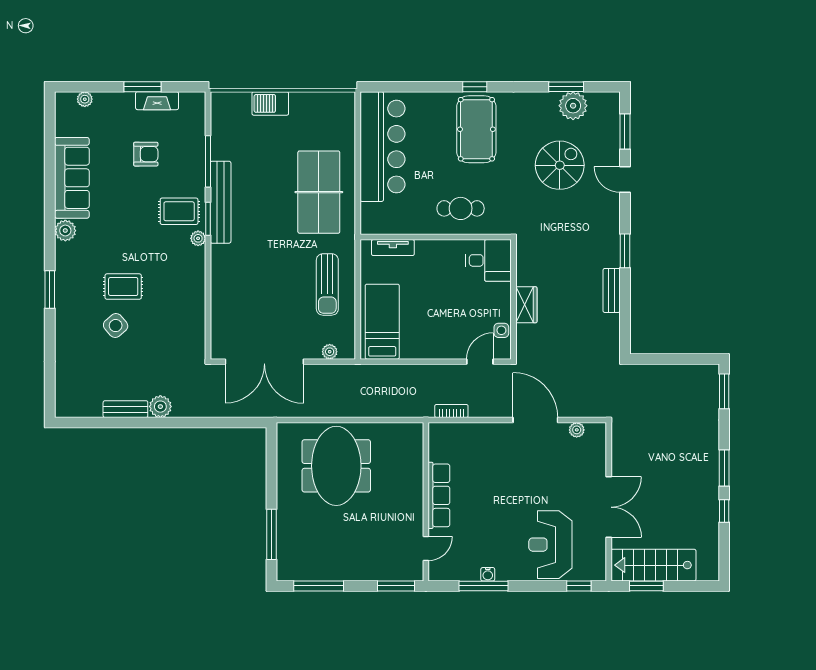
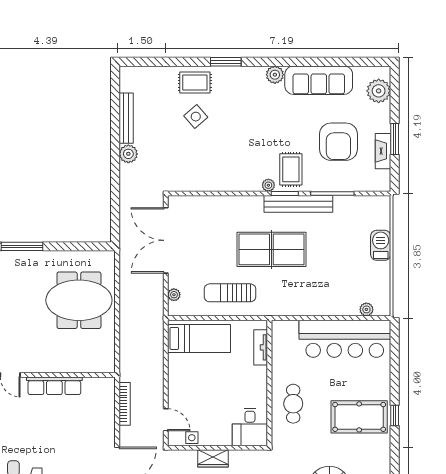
plant: (85, 99) -> (379, 91), width x1.88, depth x1.88
plant: (347, 121) -> (366, 309), added
armchair: (146, 154) -> (338, 142), width x1.88, depth x1.88
table tennis table: (319, 192) -> (271, 249), moved
rug: (123, 287) -> (195, 82), moved, turned 90
bench: (125, 409) -> (126, 118), width x1.36
bookcase: (451, 411) -> (125, 404), width x1.56

